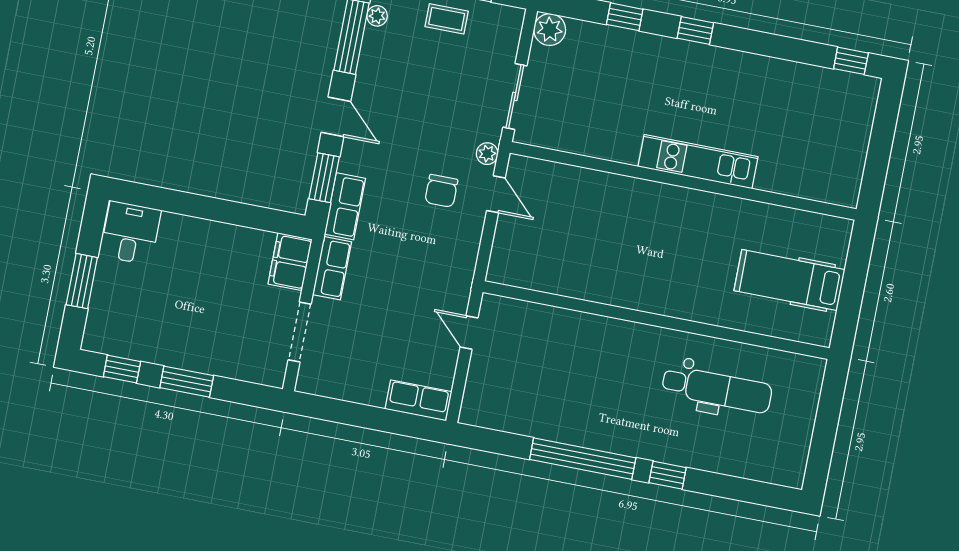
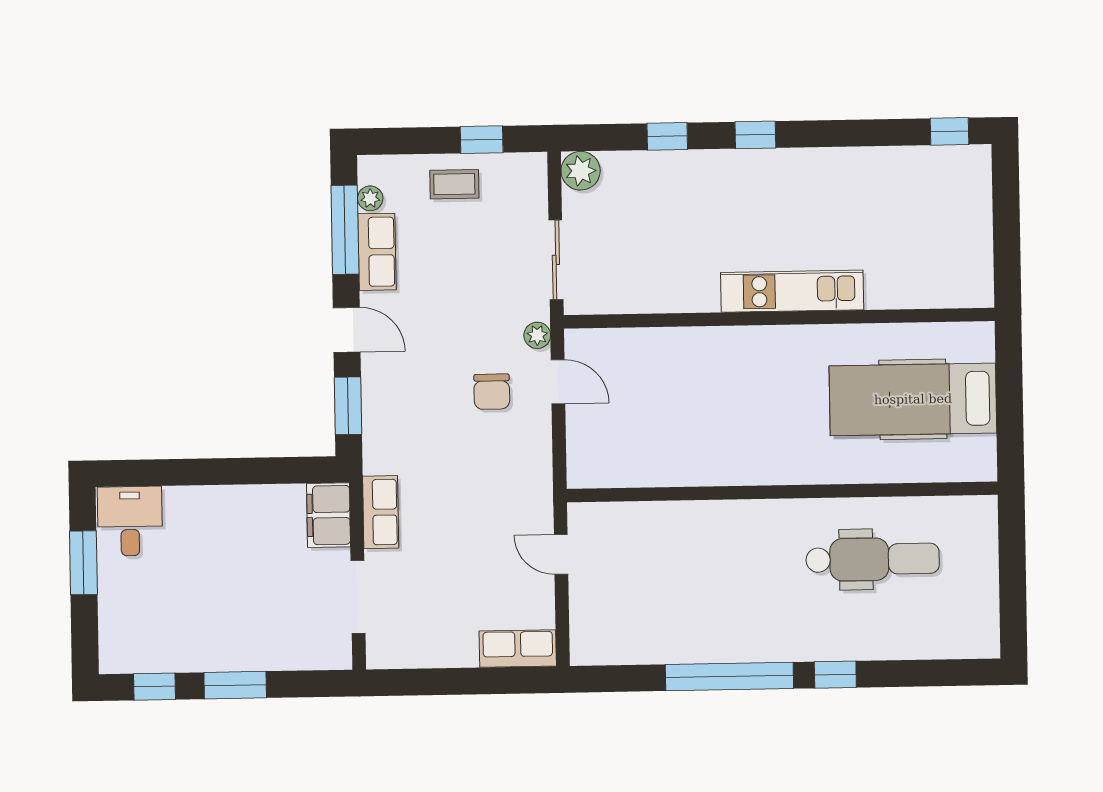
row of seats: (345, 206) -> (377, 252), moved
hospital bed: (789, 280) -> (913, 399), width x1.37, depth x1.29
window: (82, 281) -> (83, 563), moved

